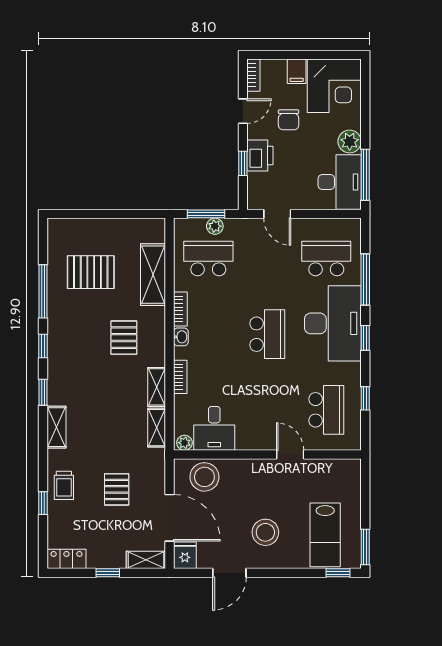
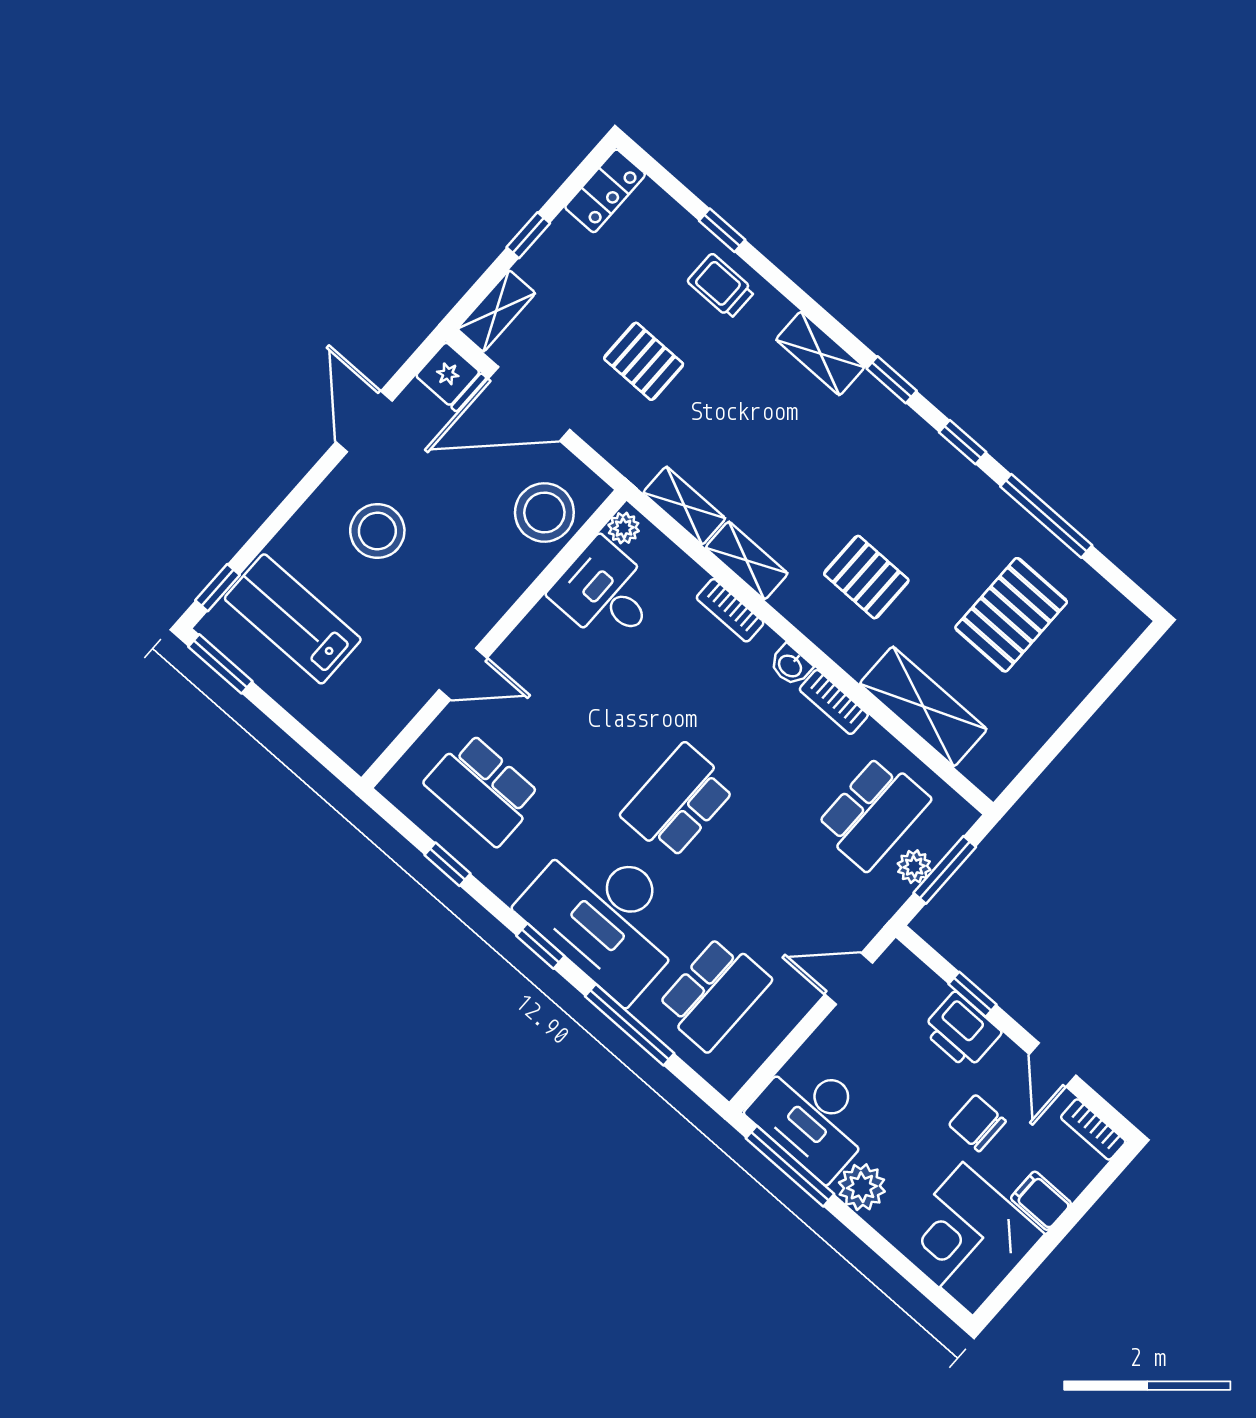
school desk: (267, 334) -> (678, 801), turned 90

